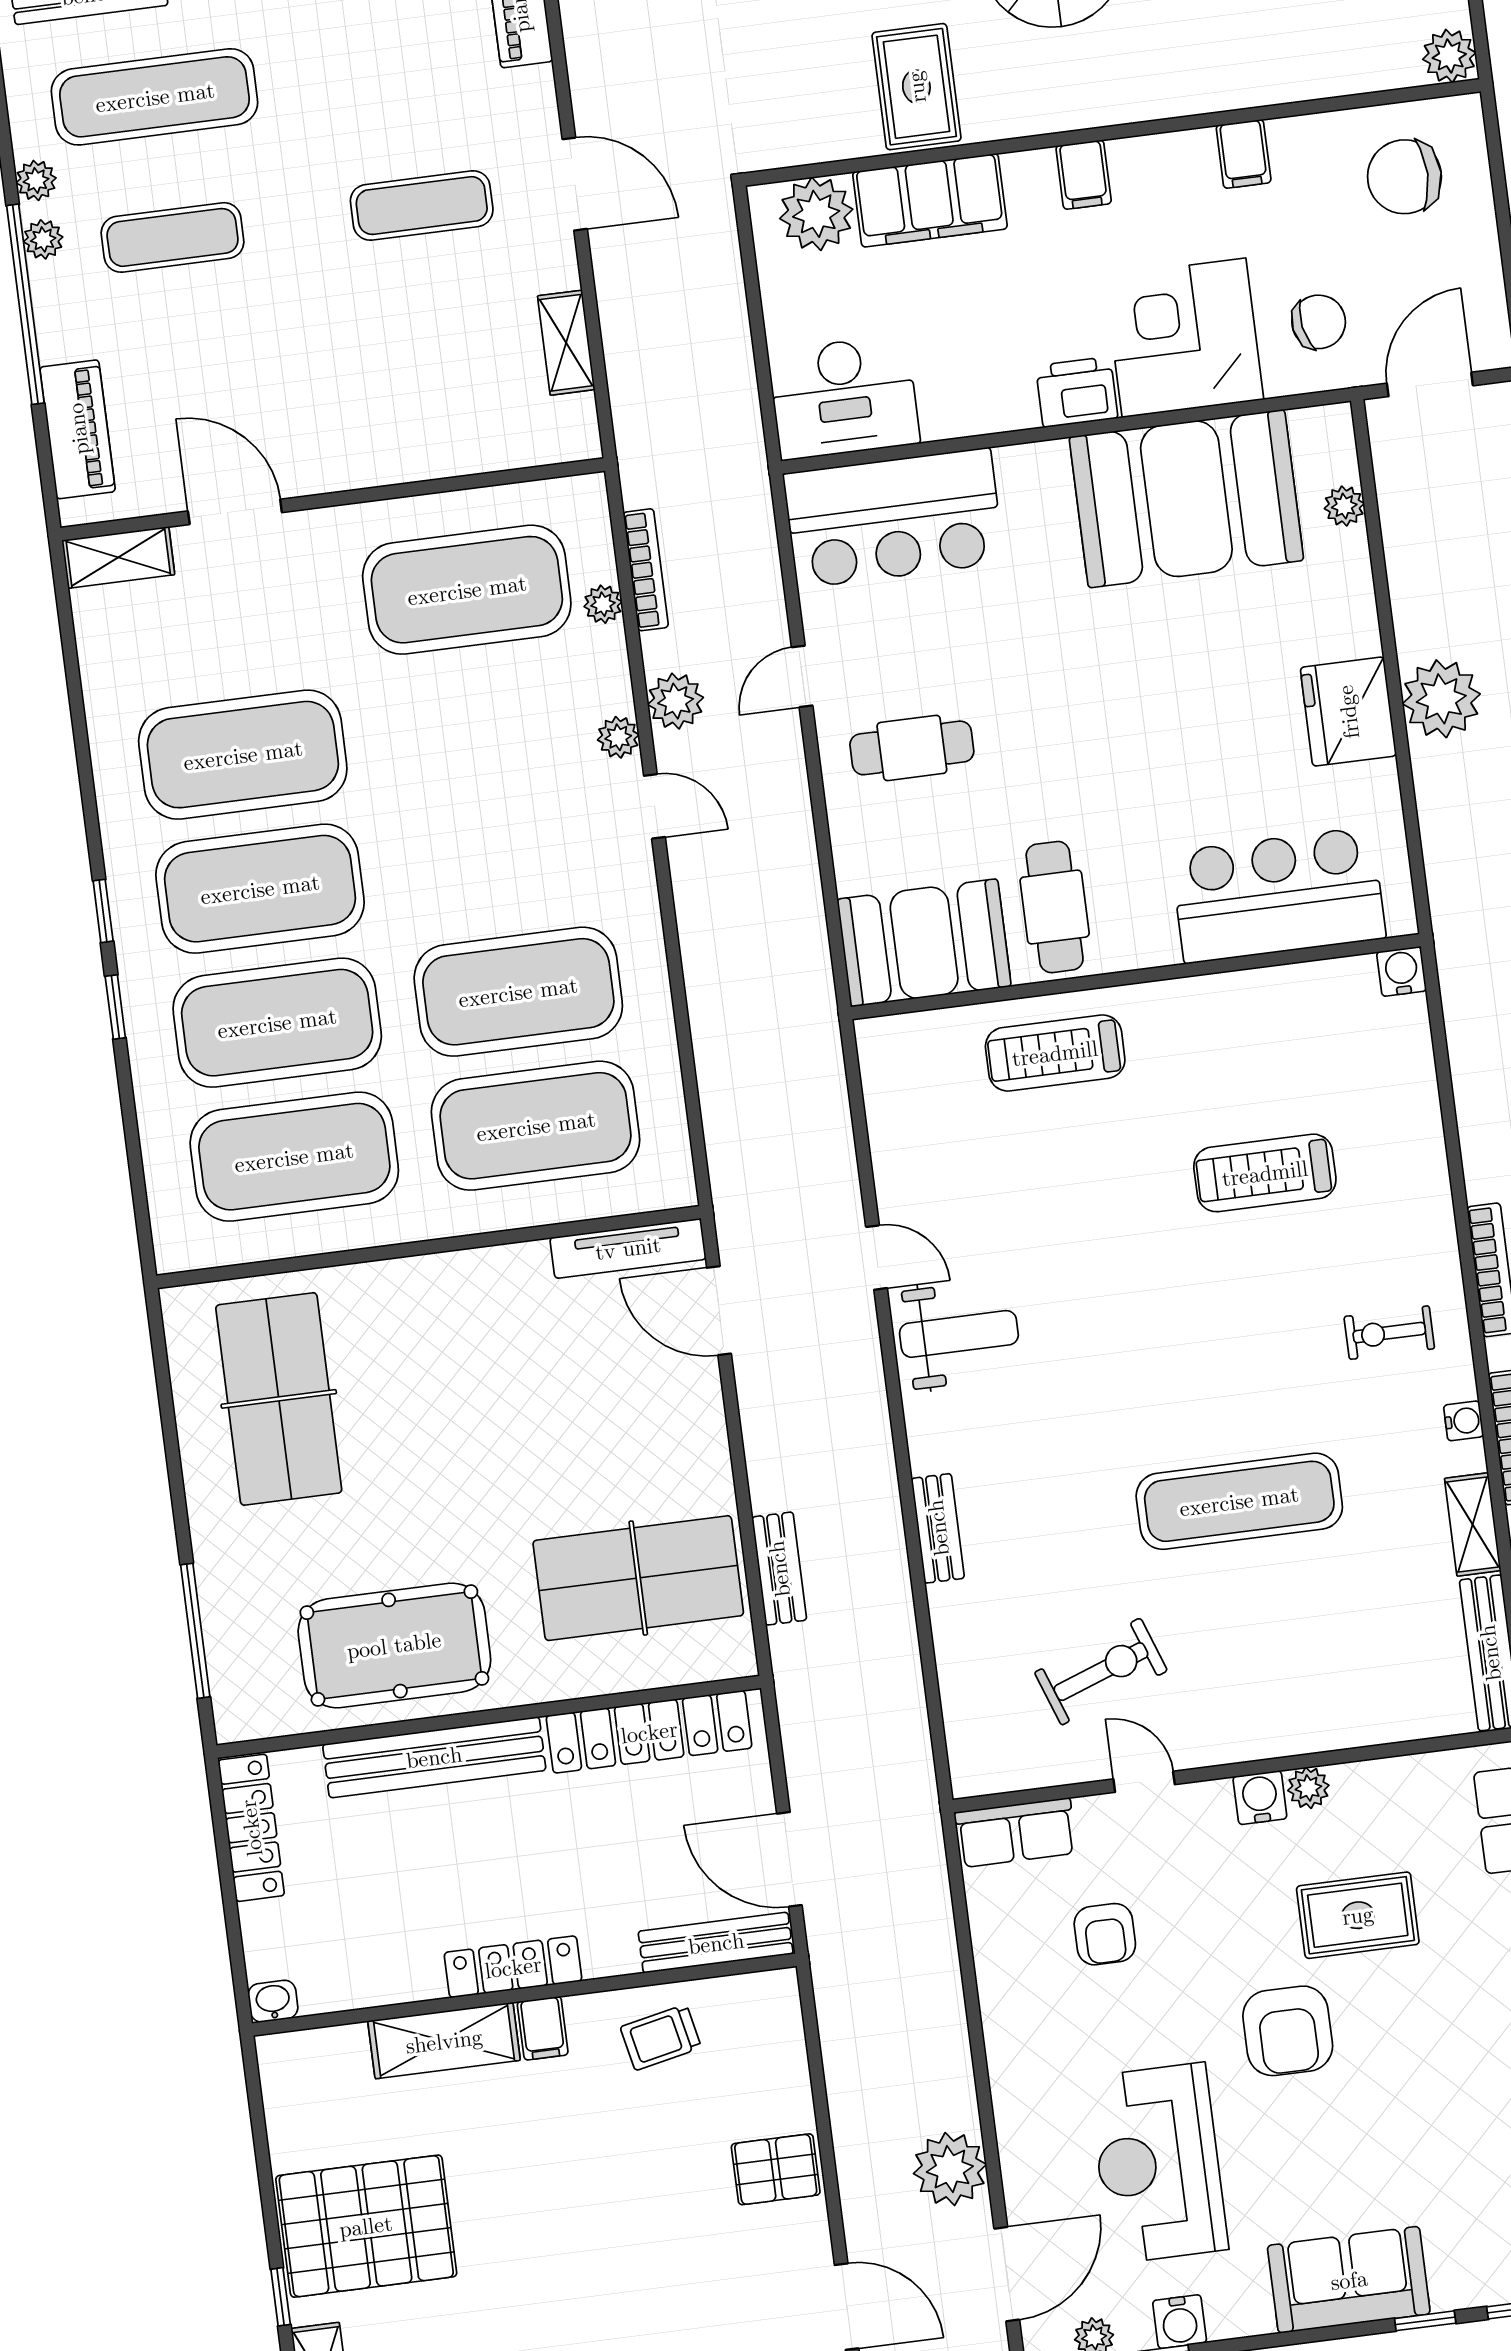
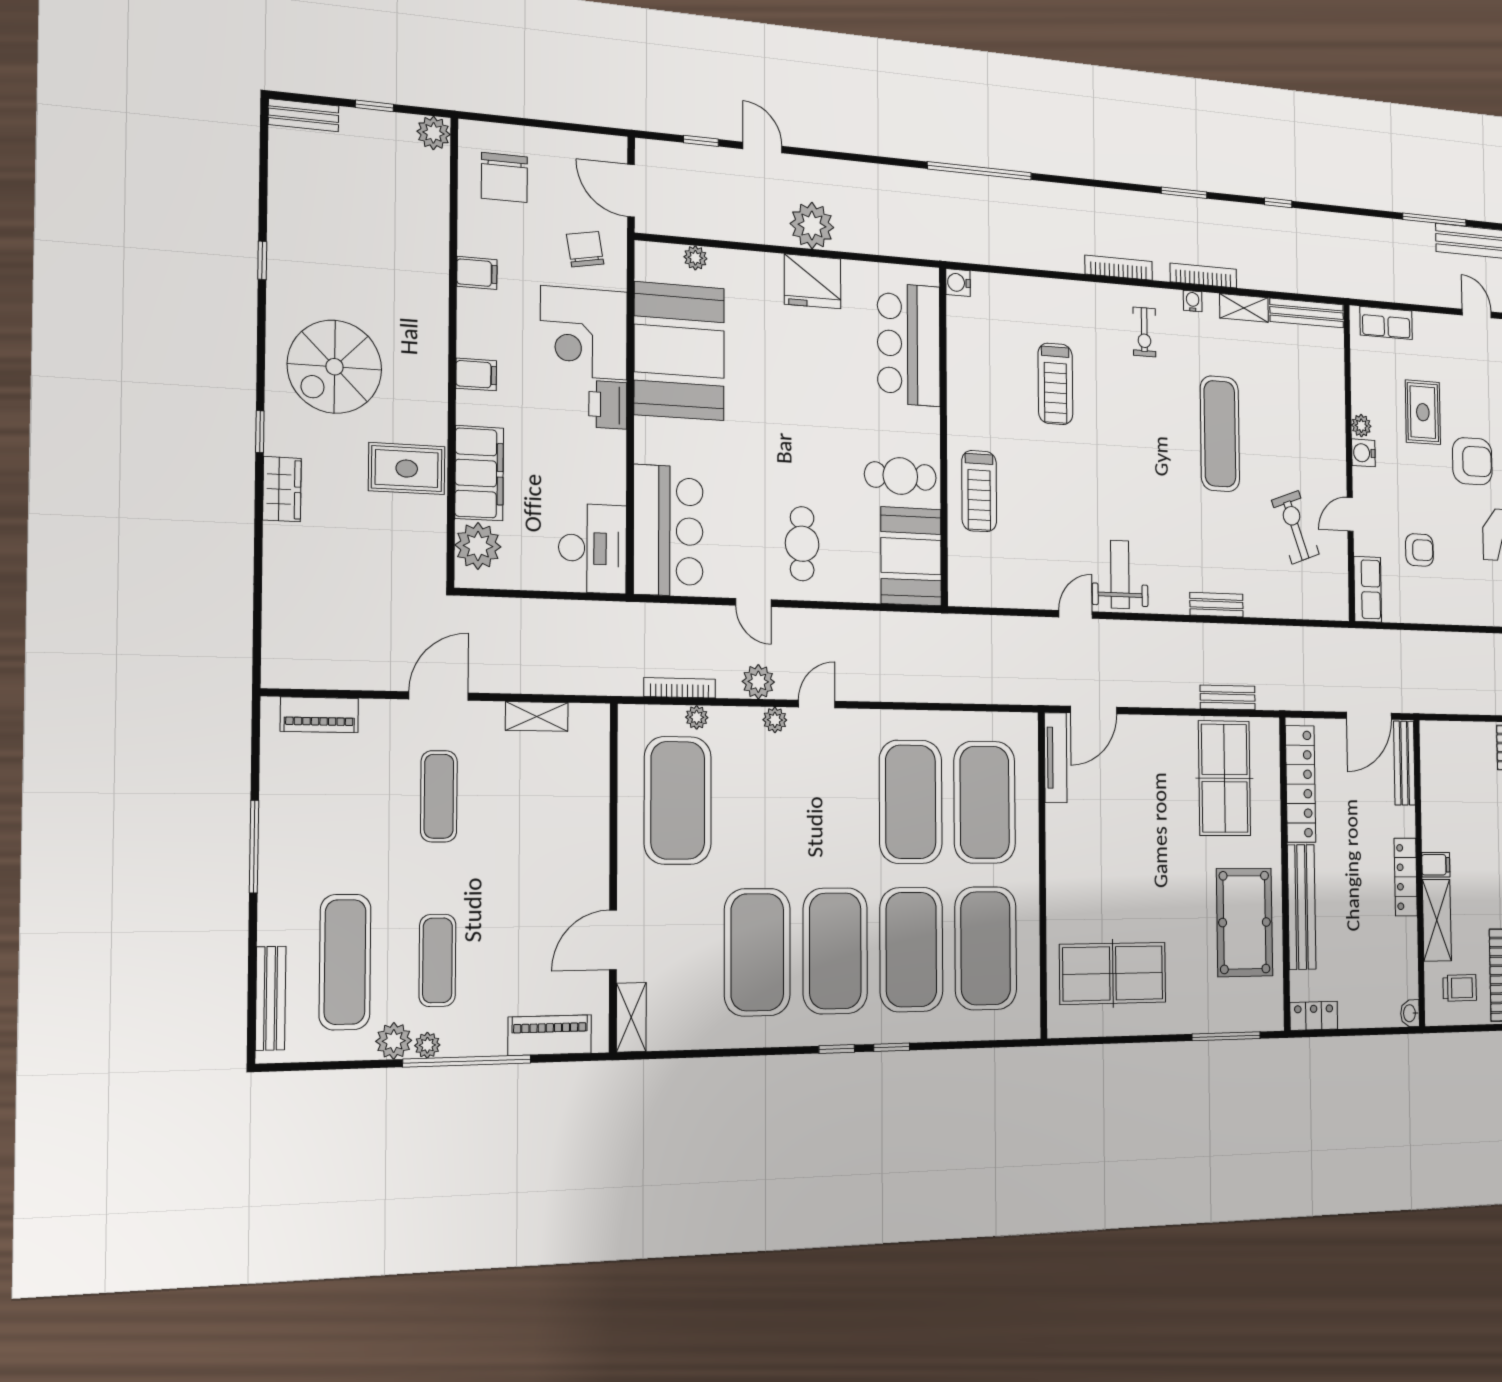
plant: (36, 180) -> (394, 1041), width x1.38, depth x1.38
locker: (251, 1828) -> (1314, 1016), width x0.66
trolley: (661, 2037) -> (1460, 988), moved, turned -78

